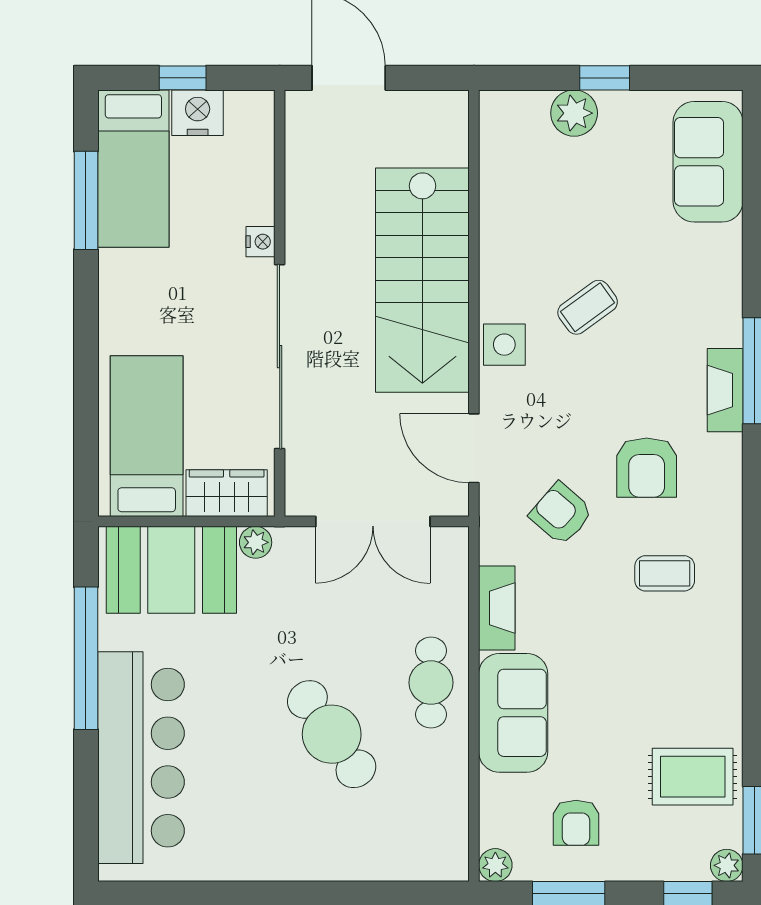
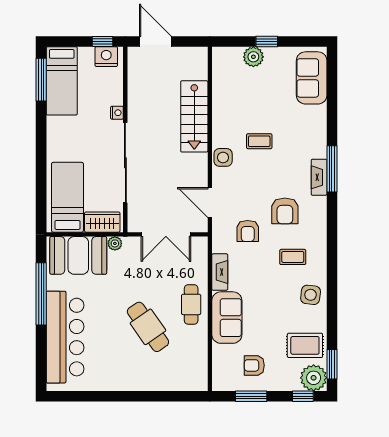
window: (183, 78) -> (103, 41), moved
nightstand: (198, 113) -> (106, 57), moved
window: (86, 200) -> (41, 80), moved
stairs: (422, 280) -> (194, 116), width x0.73, depth x0.66
coffee table: (588, 307) -> (259, 141), turned 36
armchair: (561, 514) -> (248, 231), turned -131
side table: (706, 660) -> (311, 295), added
armchair: (576, 823) -> (254, 365), turned 90
plant: (495, 865) -> (219, 384), removed
plant: (727, 865) -> (314, 378), width x1.88, depth x1.88

